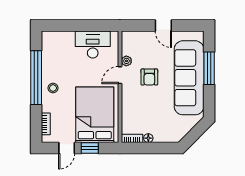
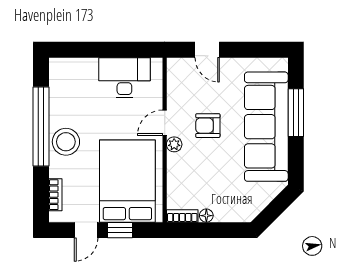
door: (163, 26) -> (207, 50), moved
plant: (126, 61) -> (174, 144), moved
armchair: (149, 77) -> (208, 126), turned 90
stool: (53, 88) -> (66, 142), width x1.89, depth x1.89

